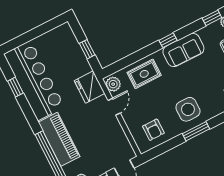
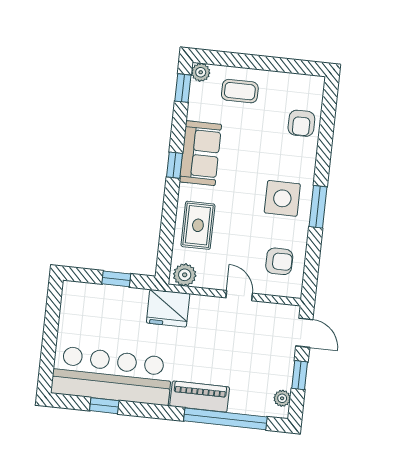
door: (114, 107) -> (239, 296), moved
piano: (59, 139) -> (200, 397), width x0.73, depth x0.75

